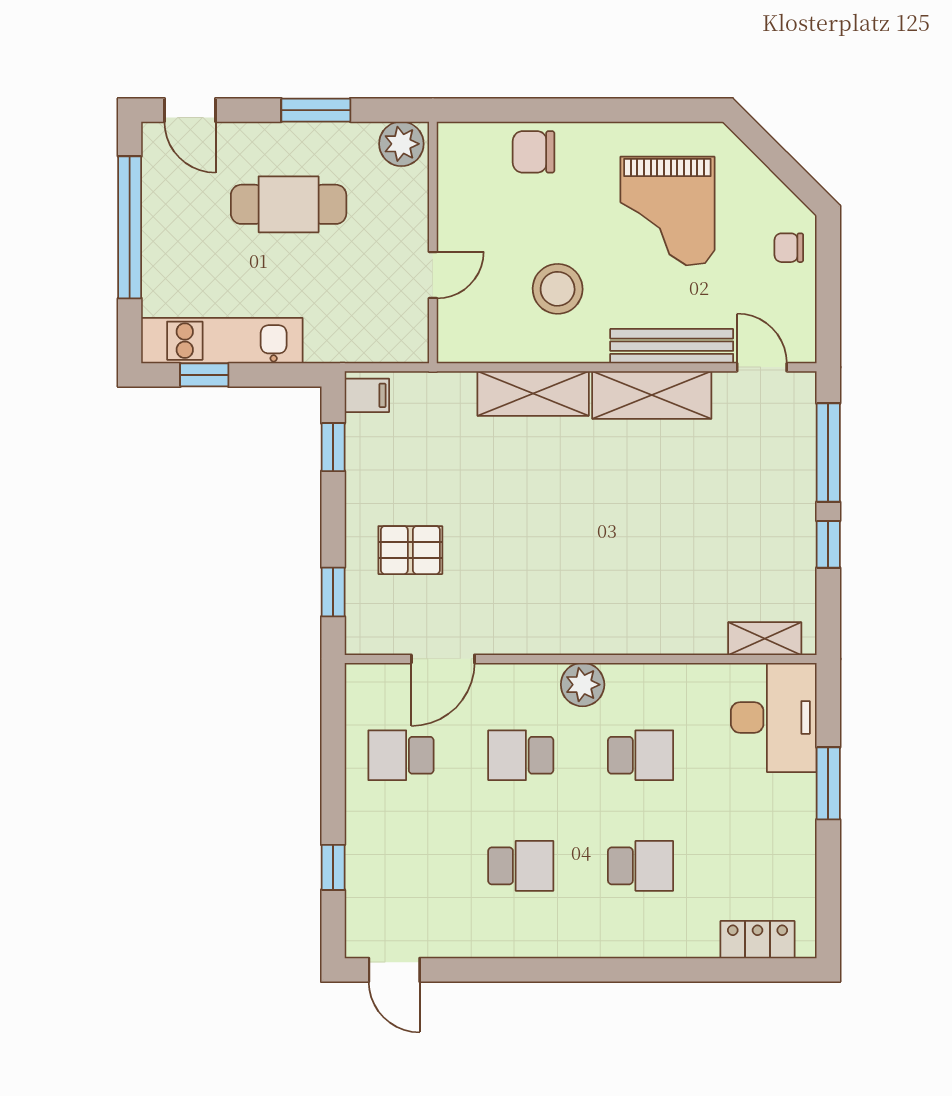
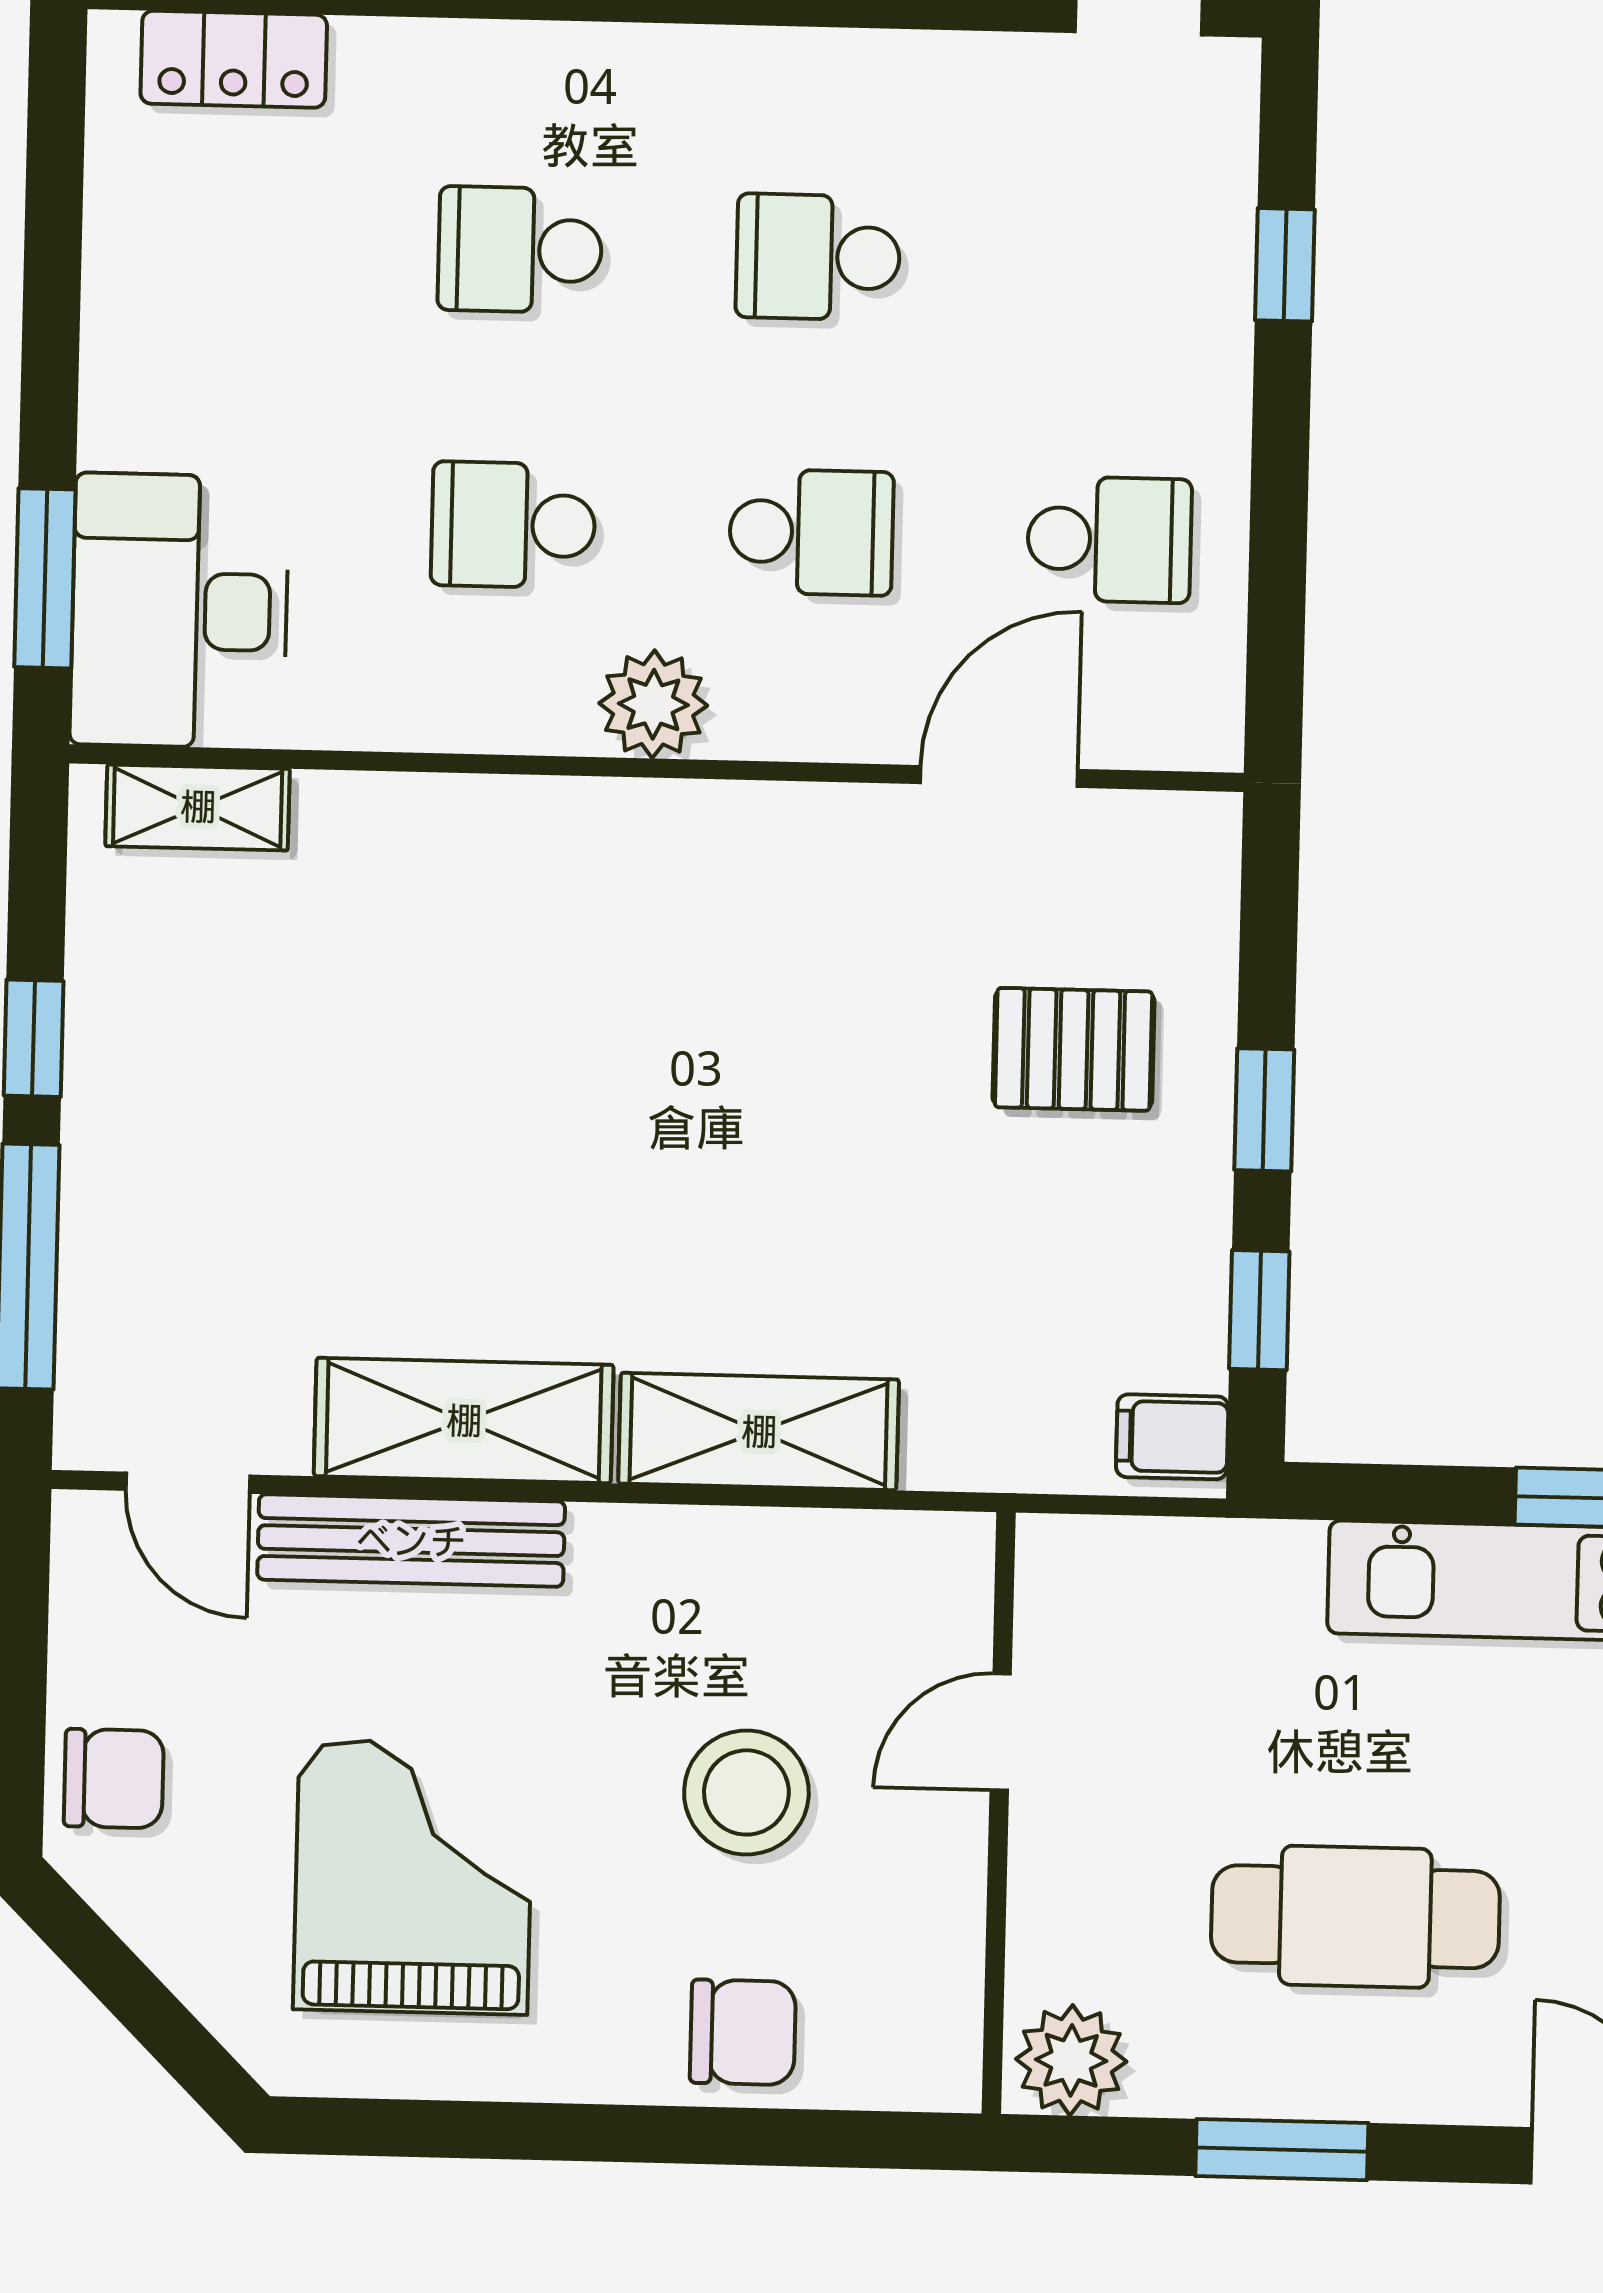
chair: (789, 248) -> (114, 1779), width x1.37, depth x1.37
stool: (558, 289) -> (746, 1792), moved
window: (333, 592) -> (1264, 1110), moved
window: (828, 783) -> (45, 578), moved

